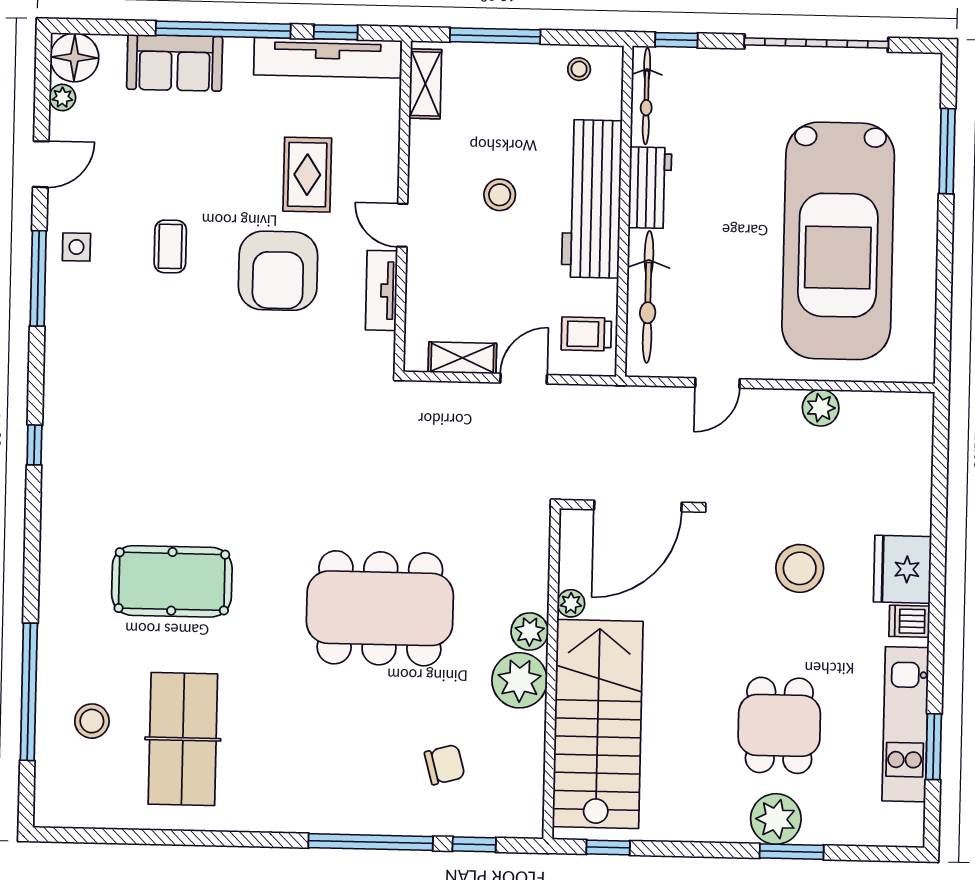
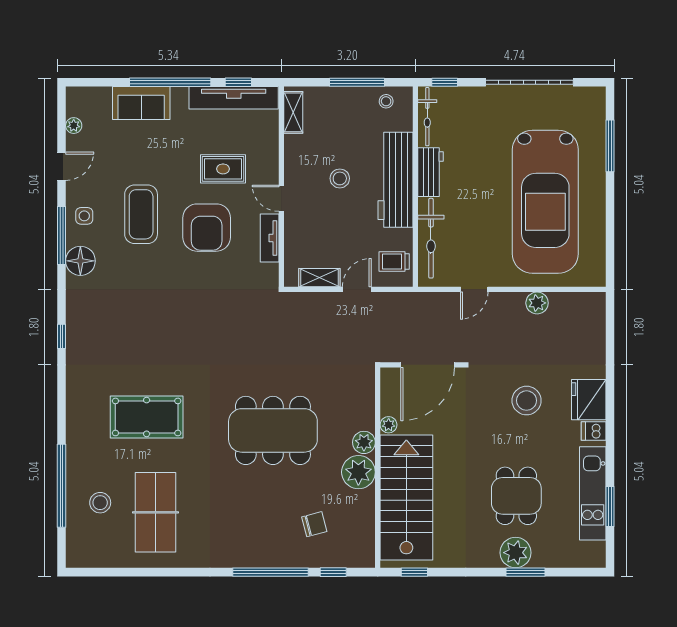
window: (495, 36) -> (357, 82), moved
floor lamp: (74, 57) -> (80, 261), moved
rug: (307, 175) -> (223, 169), turned 90
coffee table: (170, 246) -> (141, 214), width x1.86, depth x1.72

